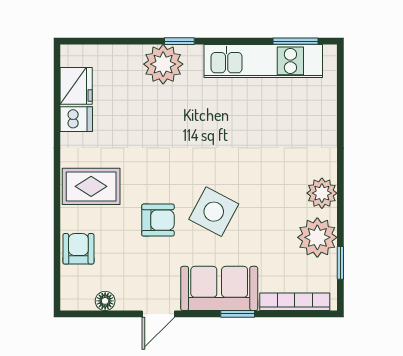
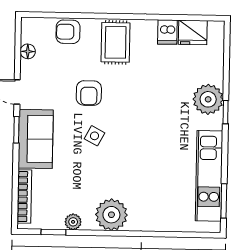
plant: (322, 193) -> (111, 215), width x1.36, depth x1.36
side table: (214, 212) -> (95, 136), width x0.54, depth x0.54
plant: (317, 237) -> (73, 222), width x0.53, depth x0.53
armchair: (78, 249) -> (68, 32), turned 180
window: (238, 314) -> (16, 130), moved

